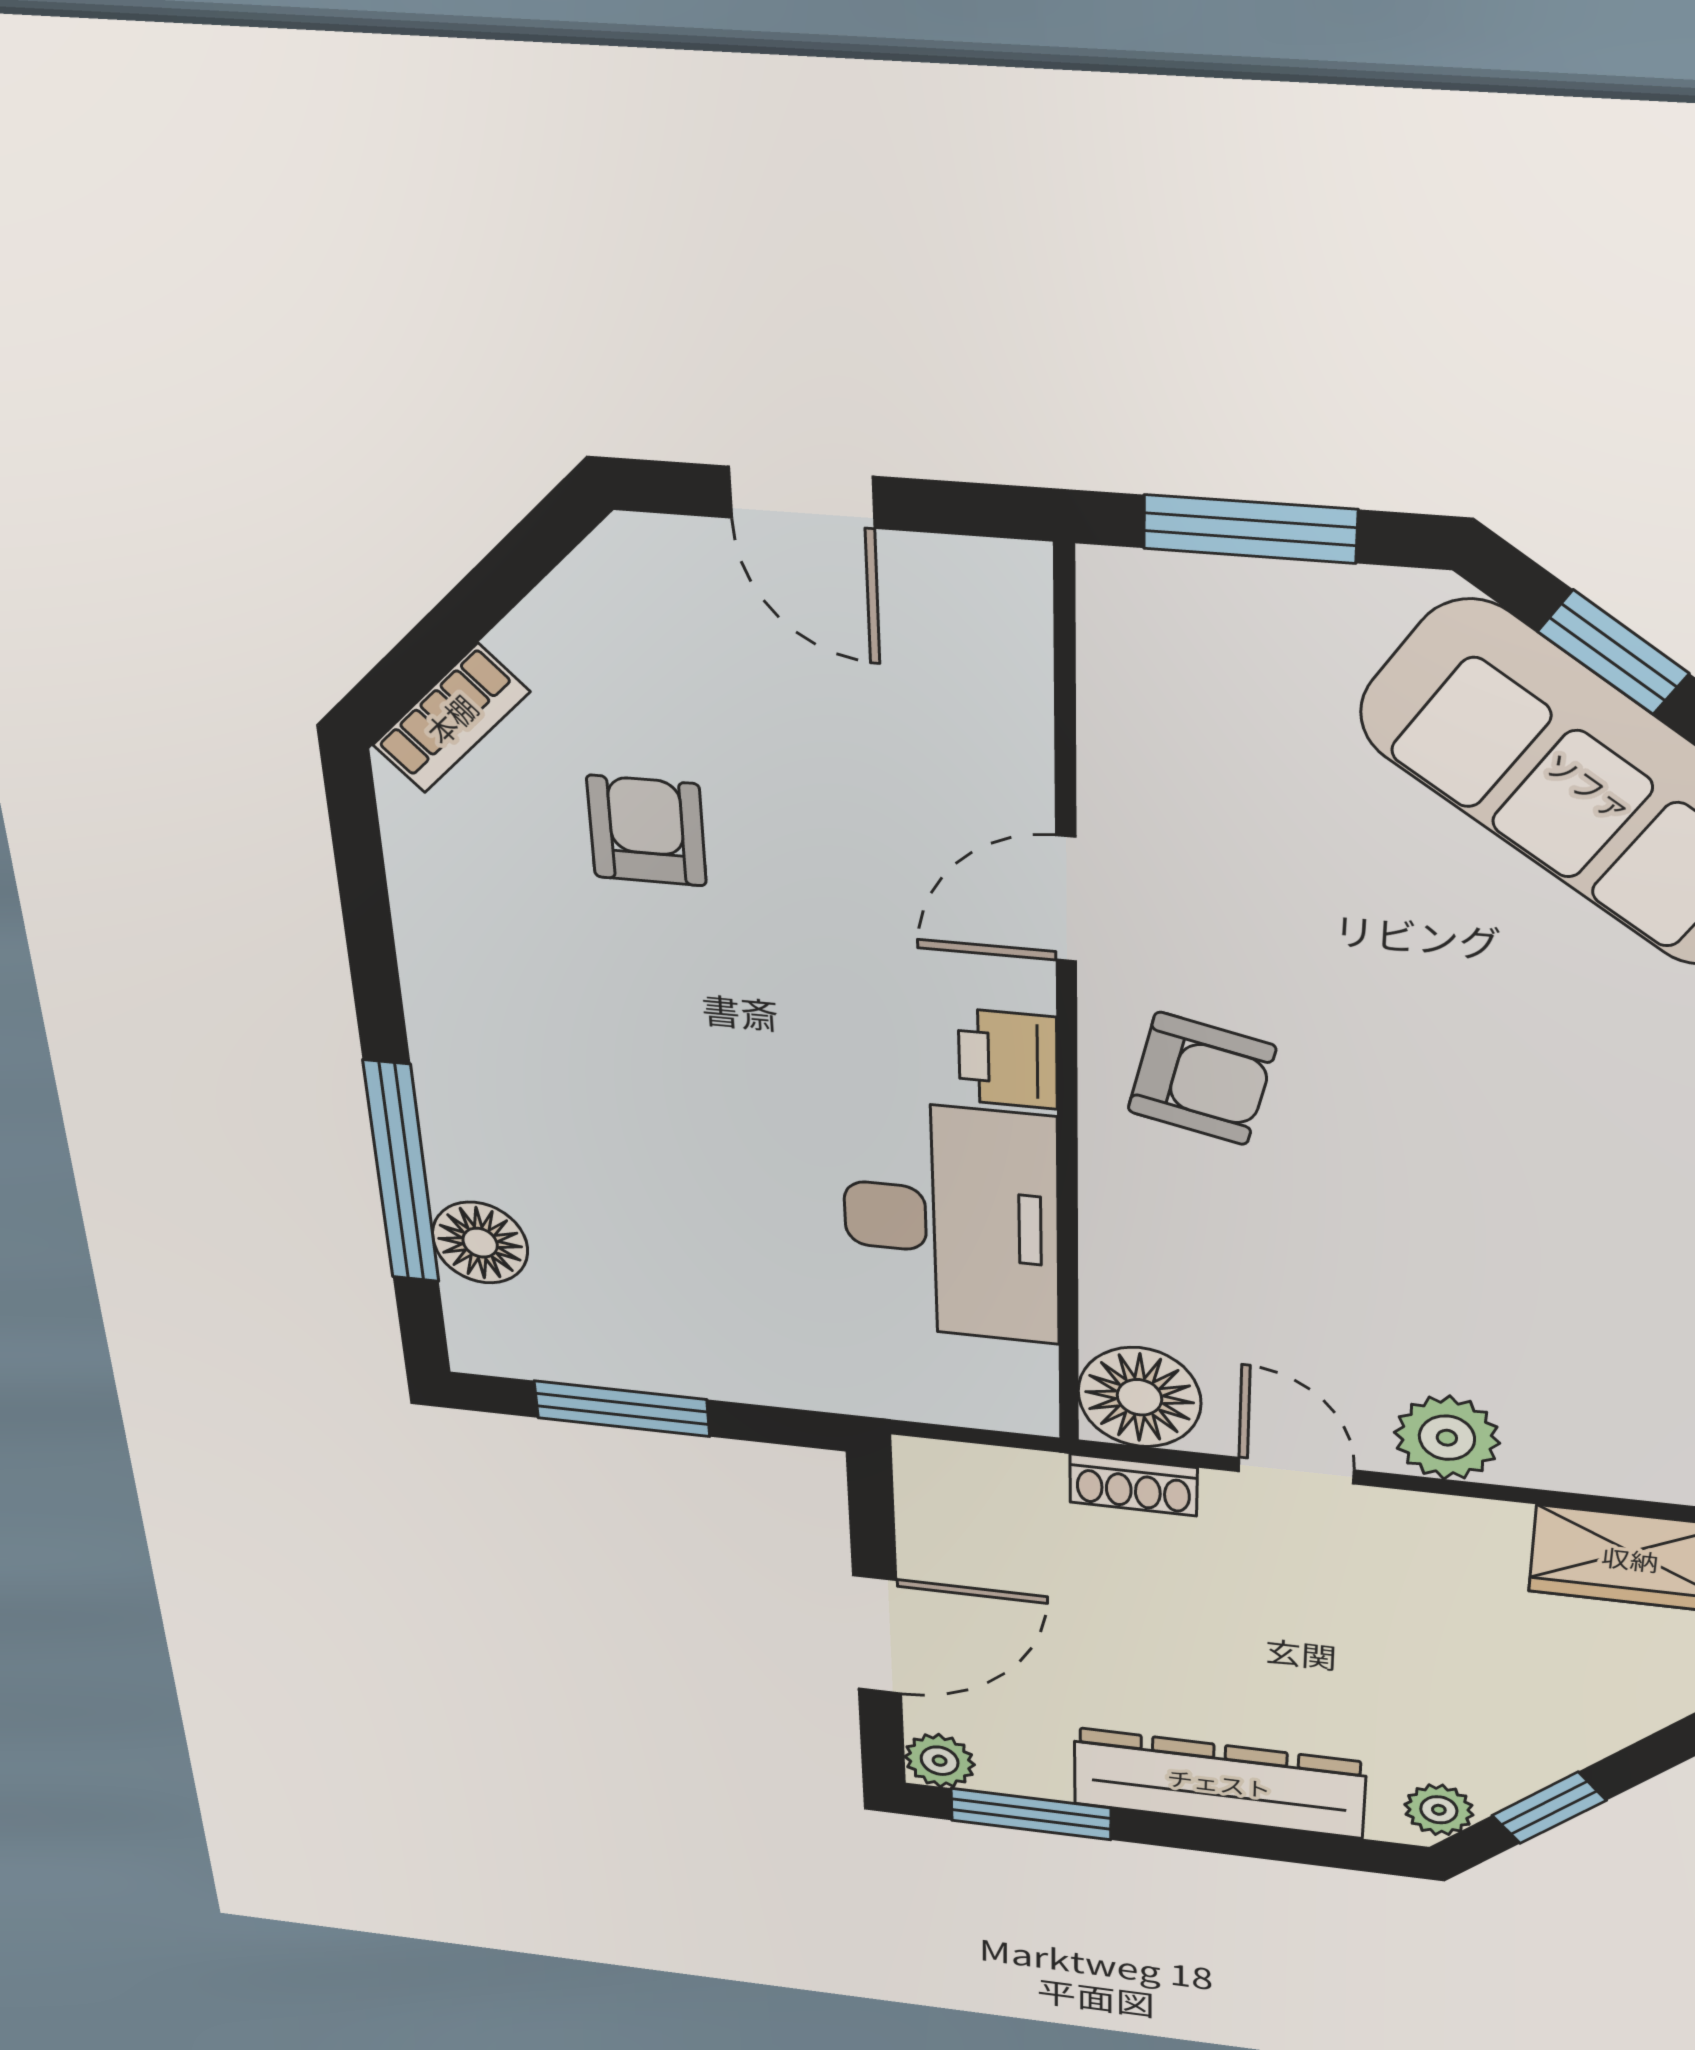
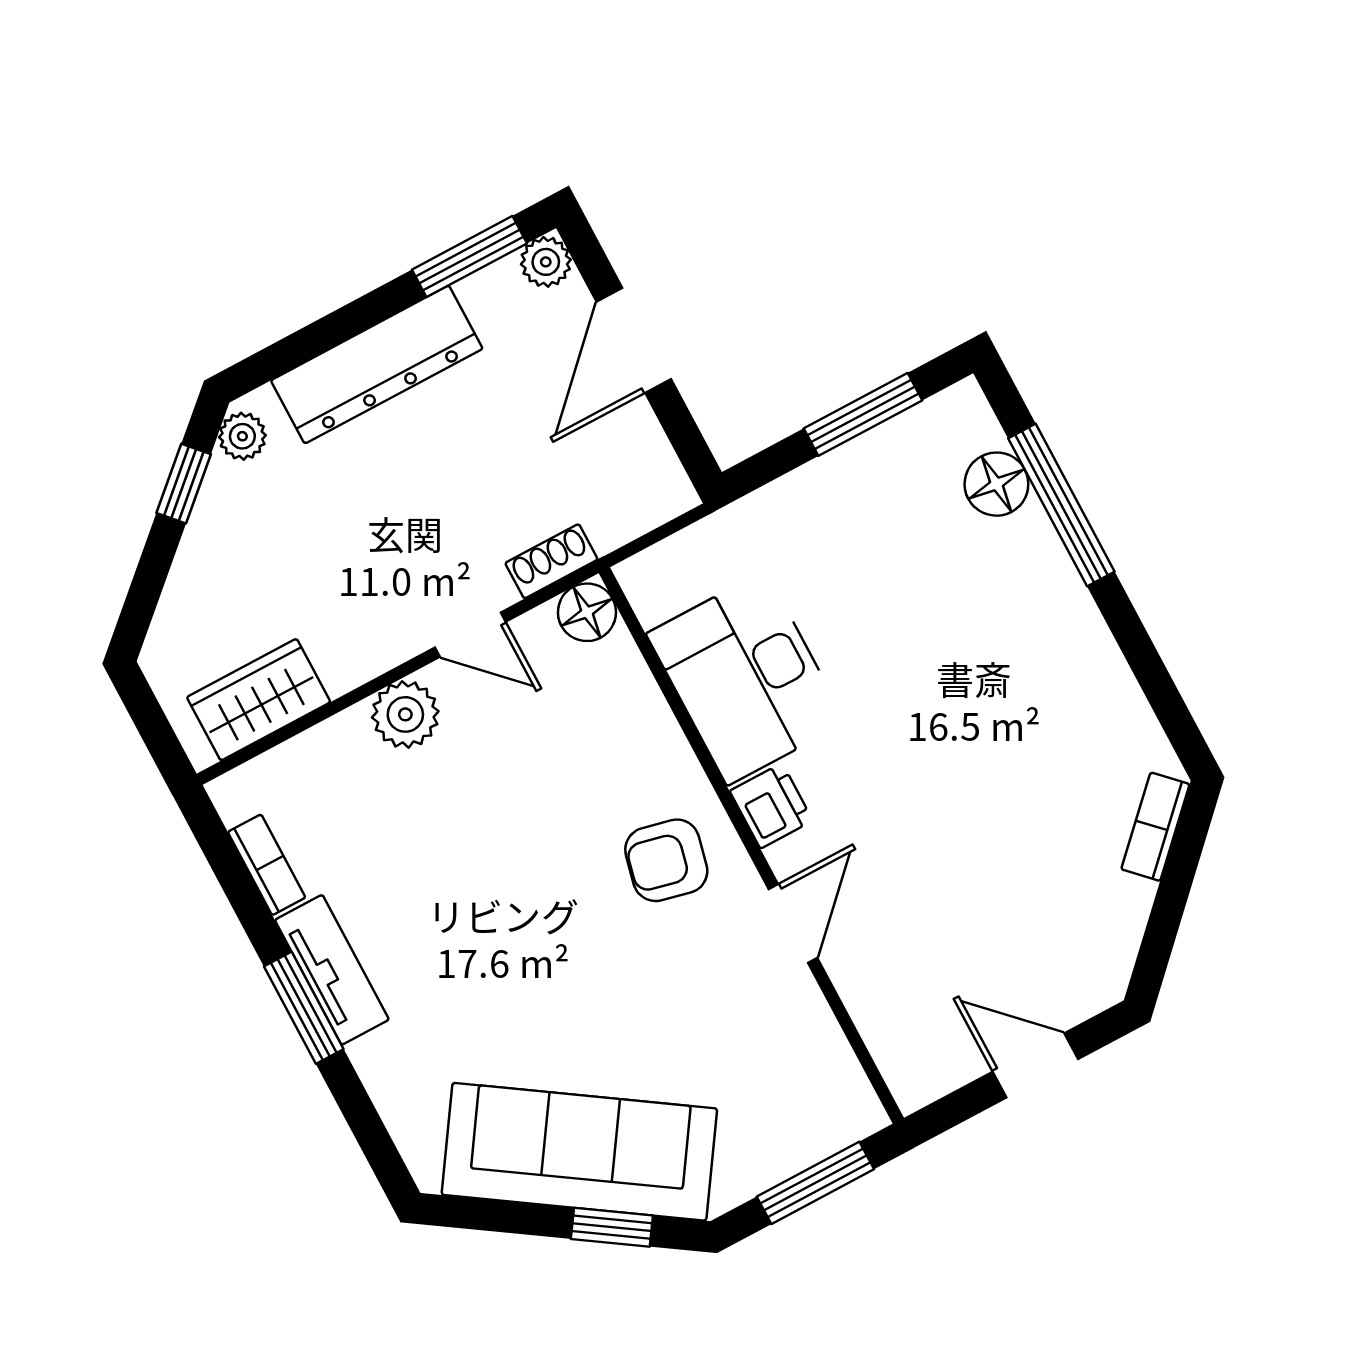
armchair: (647, 831) -> (1025, 824), removed
floor lamp: (1139, 1397) -> (587, 612), width x0.73, depth x0.73

